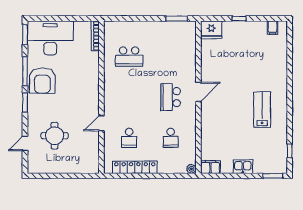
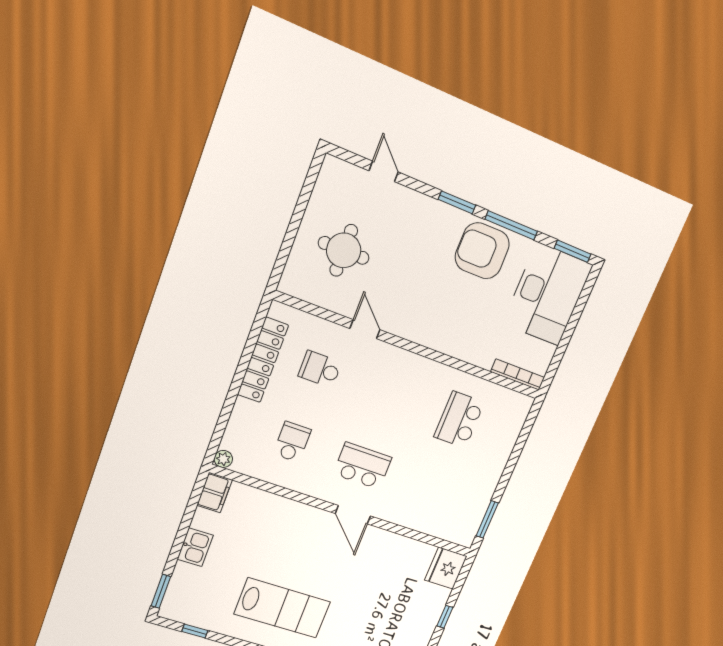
lab bench: (262, 110) -> (282, 608), width x1.36, depth x1.39
round table: (55, 136) -> (344, 250), moved
school desk: (171, 138) -> (292, 442), turned 90

